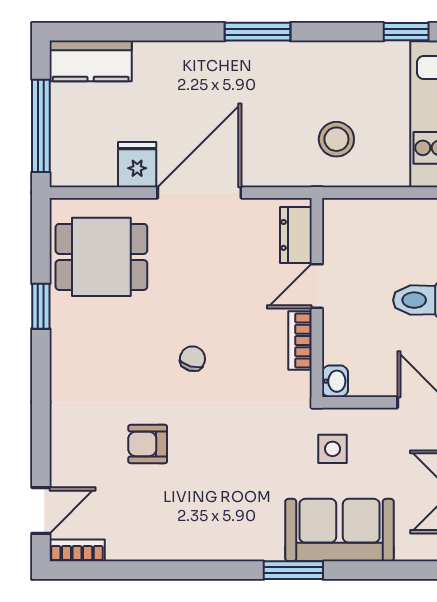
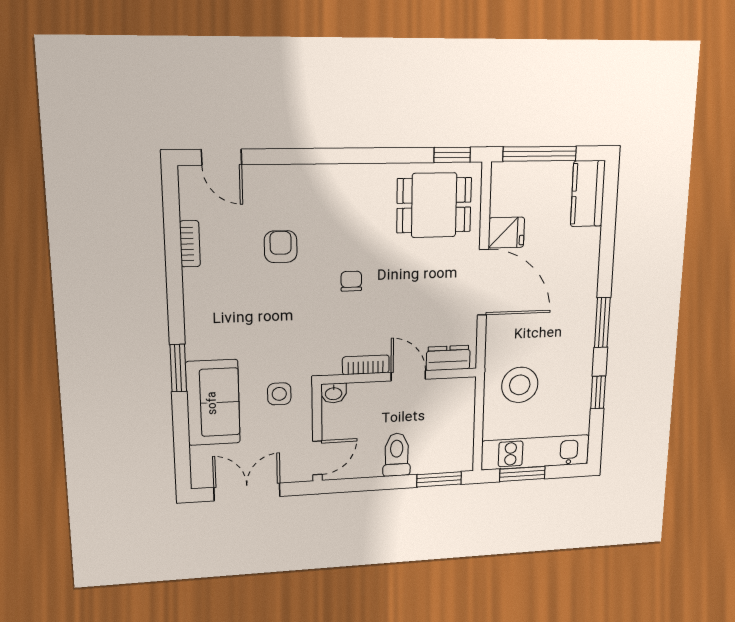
window: (406, 32) -> (598, 392), moved
stool: (336, 139) -> (520, 385), width x1.38, depth x1.38
dining table: (101, 257) -> (434, 205), turned 90
window: (41, 306) -> (452, 155), moved
chair: (193, 359) -> (351, 281), turned -106
bookcase: (77, 550) -> (190, 244), moved

